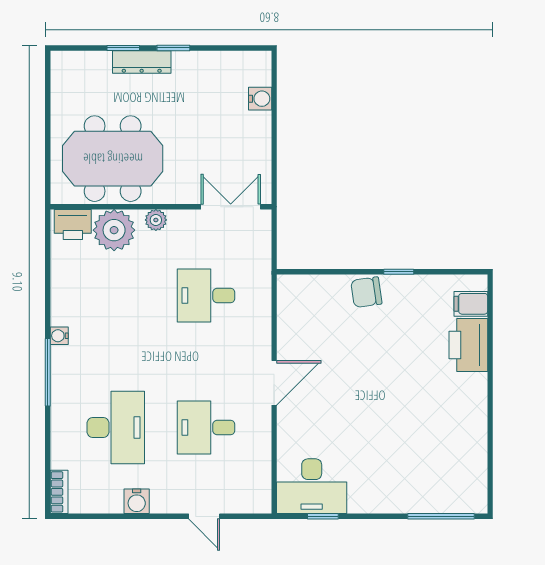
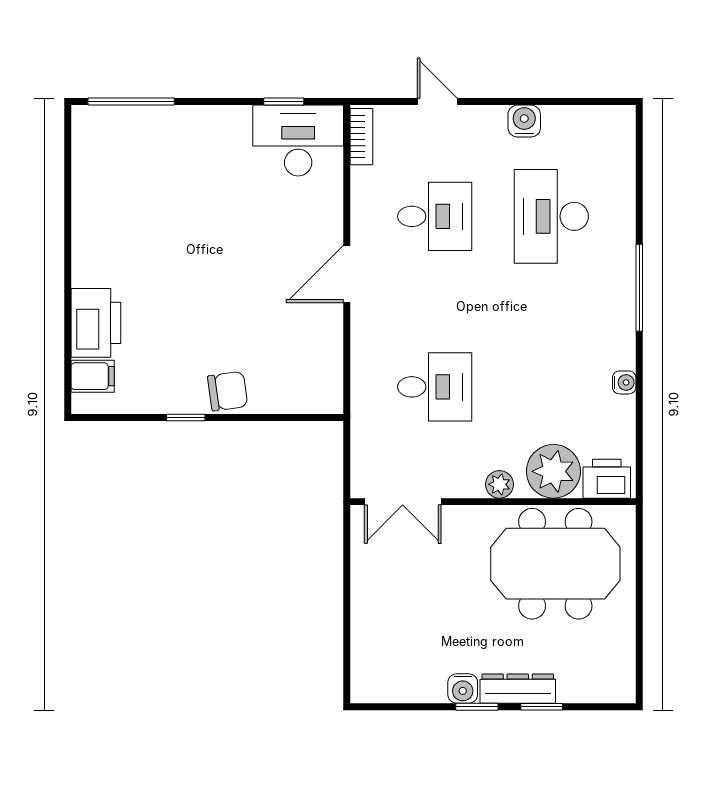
water cooler: (260, 99) -> (463, 689), moved, turned -90
water cooler: (59, 336) -> (624, 382), moved
bookcase: (59, 492) -> (361, 137), moved, turned 180

